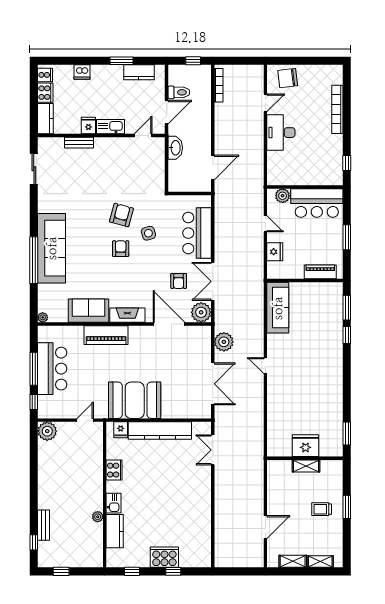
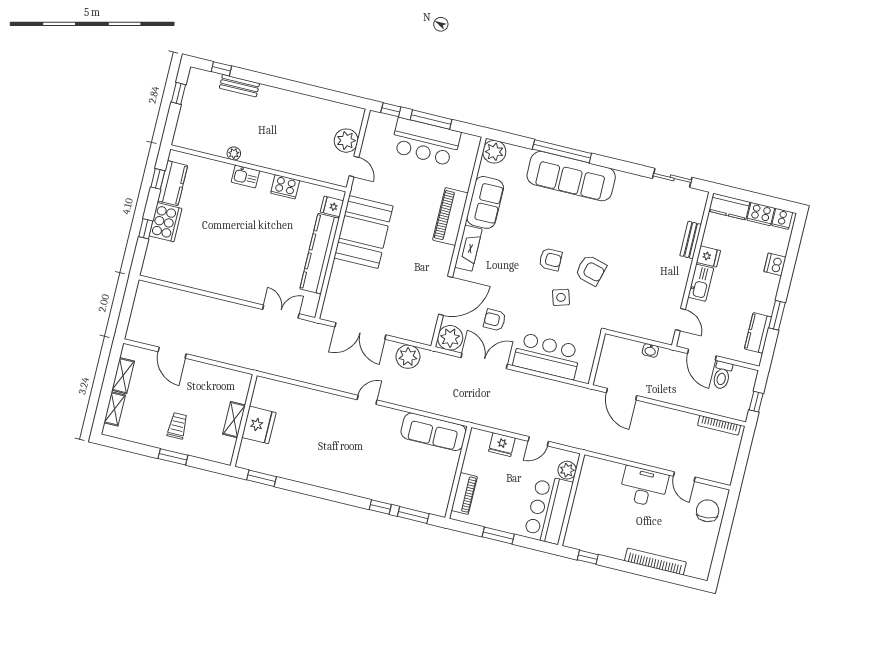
washbasin: (175, 148) -> (650, 350), width x0.52, depth x0.69
plant: (43, 317) -> (494, 152), width x1.88, depth x1.88
plant: (47, 431) -> (346, 141), moved
kitchen counter: (115, 531) -> (173, 183), moved, turned -90

